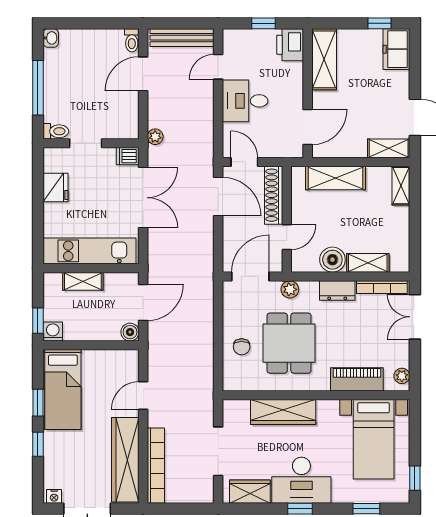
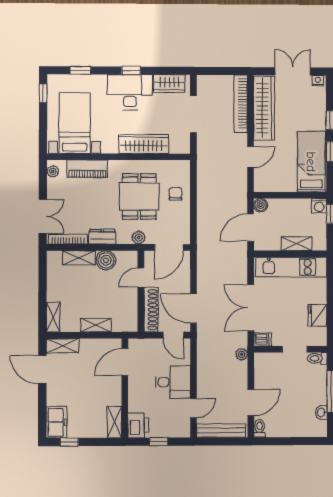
washbasin: (51, 38) -> (321, 412), moved
shelving: (324, 59) -> (114, 422), width x0.67, depth x0.75
shelving: (335, 178) -> (96, 325), width x0.67, depth x0.75

